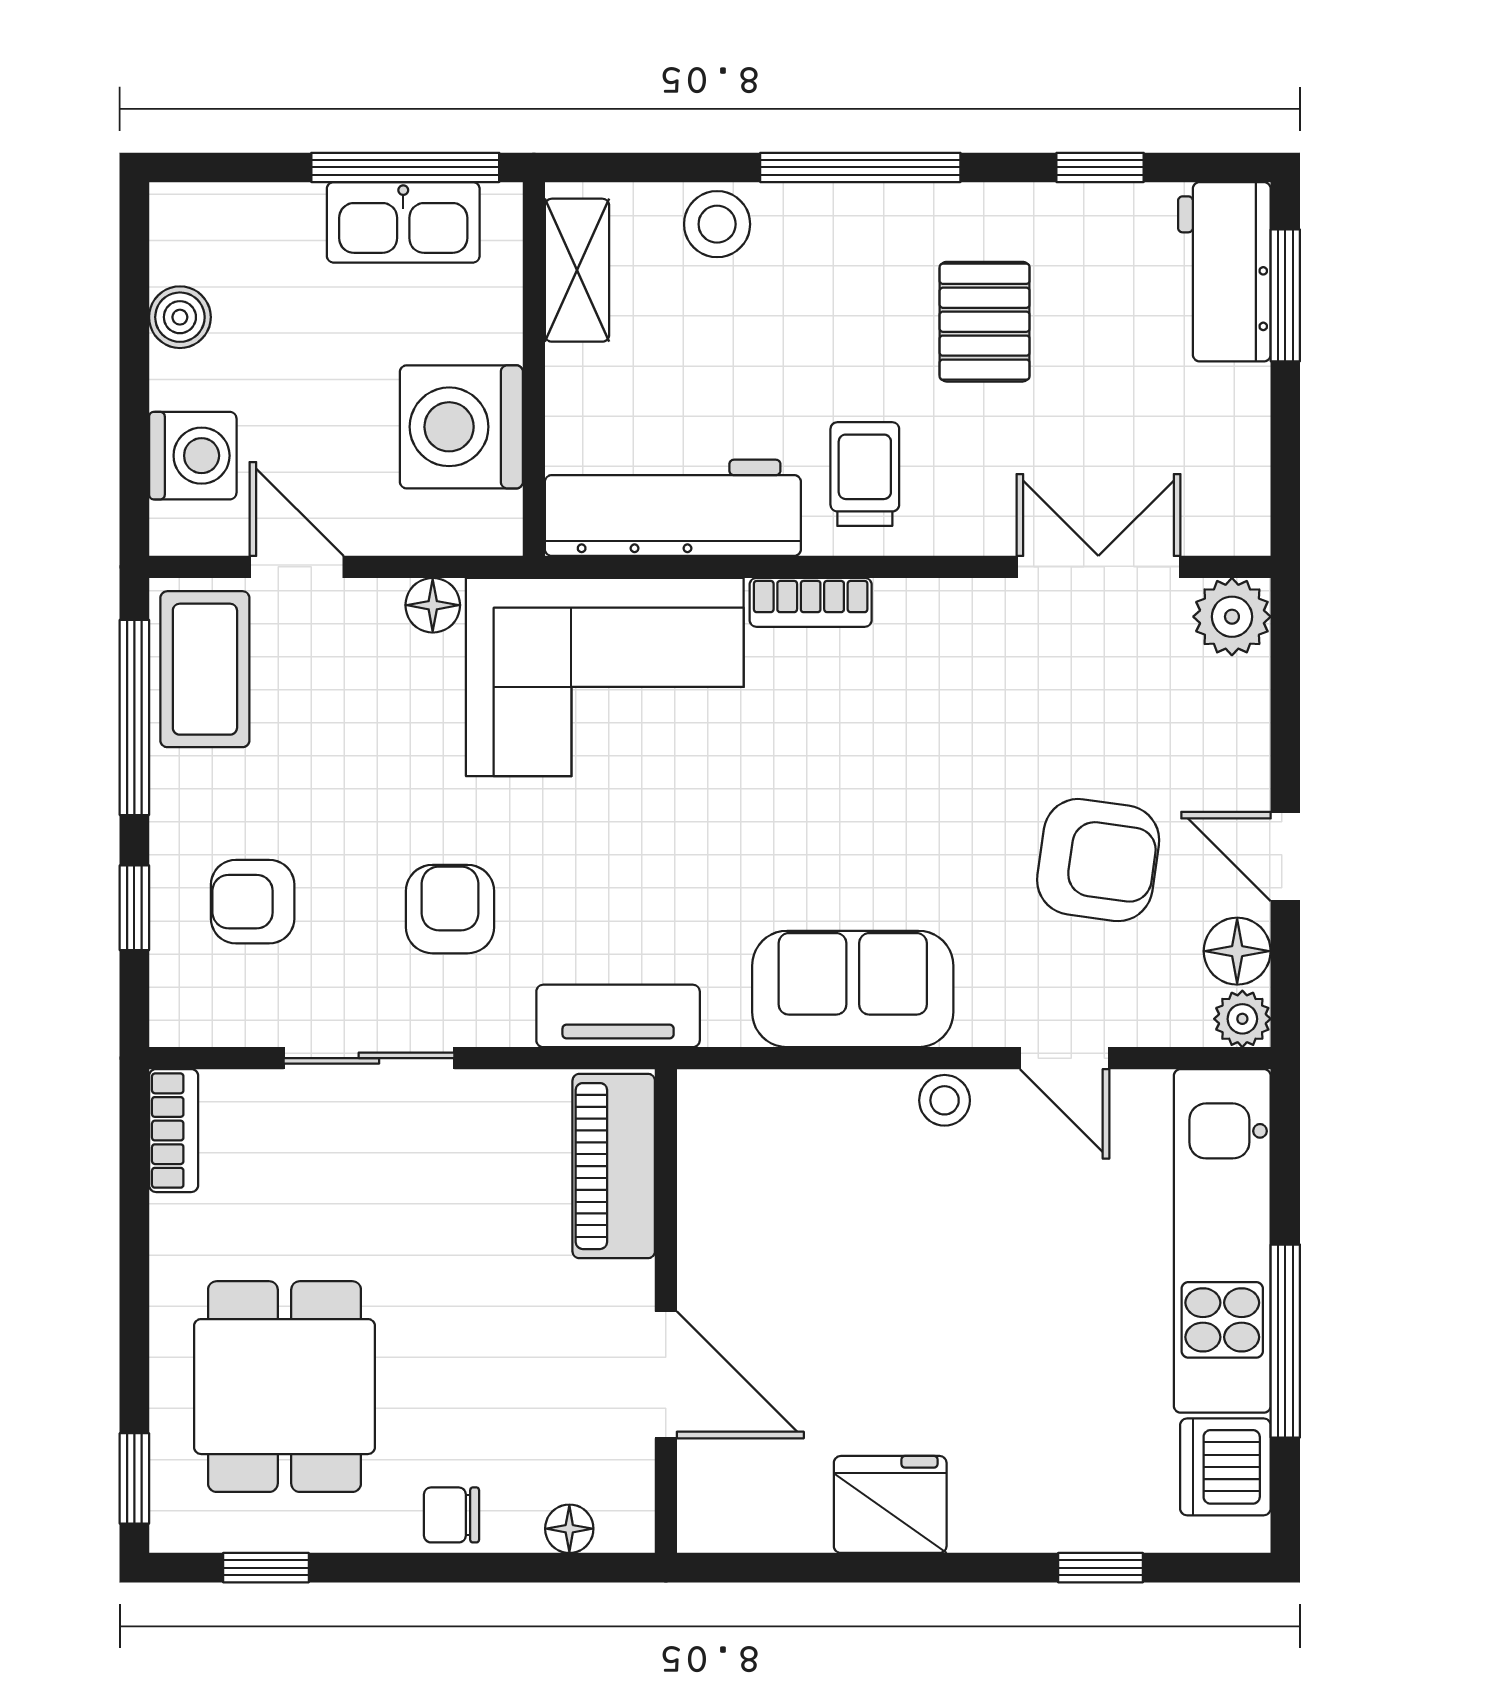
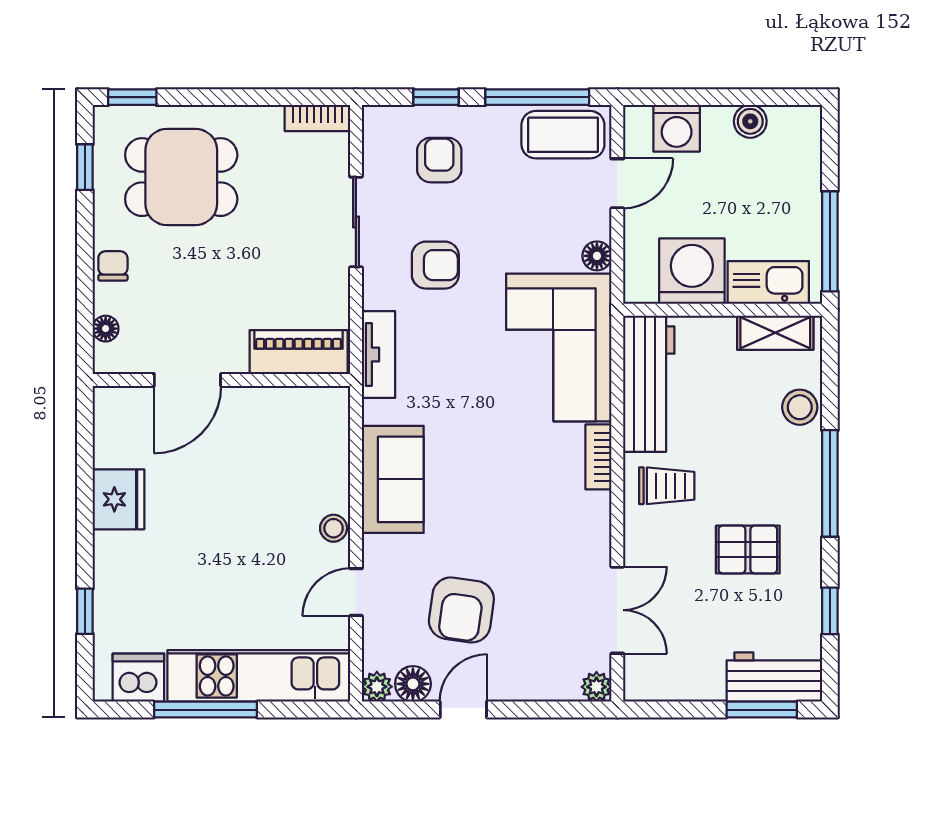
kitchen sink: (403, 222) -> (768, 282), moved, turned 90
plant: (1232, 617) -> (596, 687), width x0.73, depth x0.73

